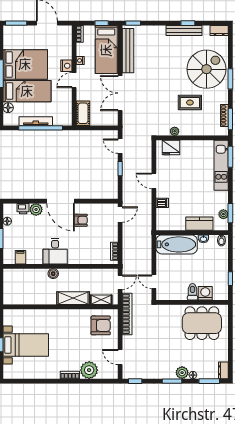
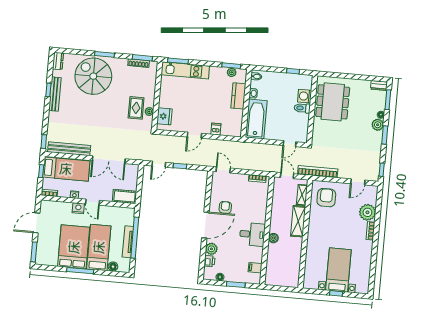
rug: (190, 103) -> (136, 108), moved

